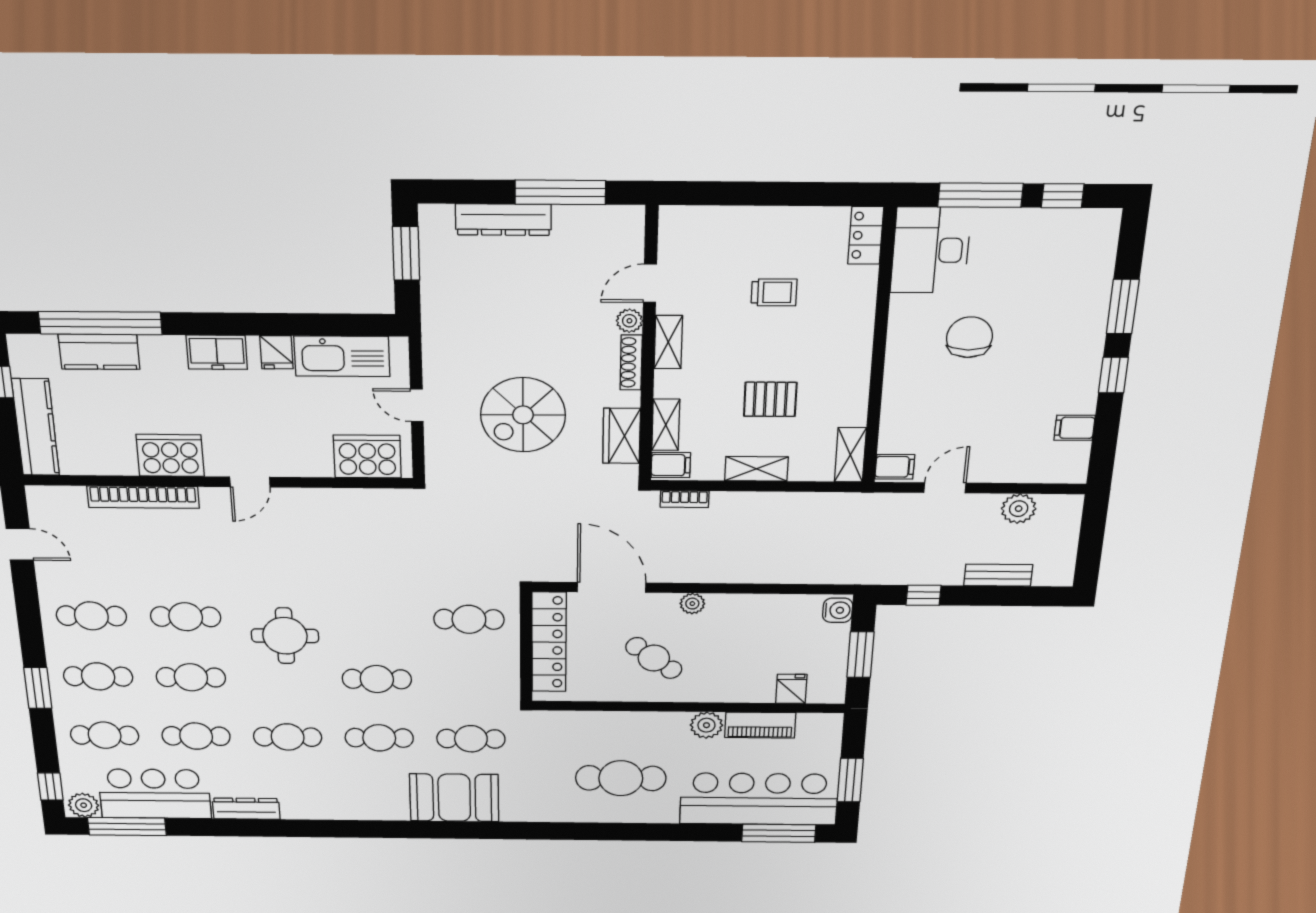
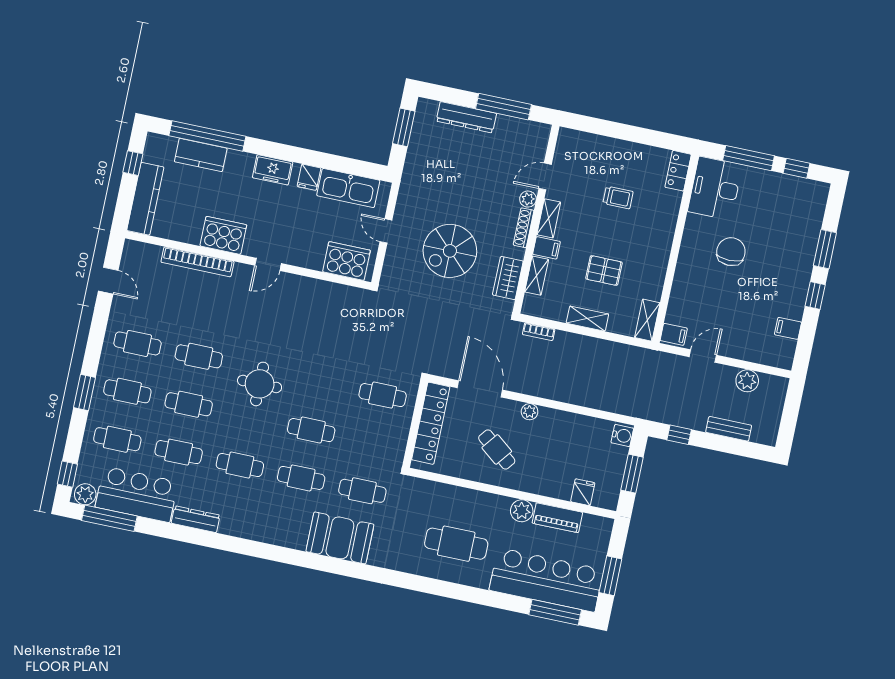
filing cabinet: (671, 465) -> (547, 248), moved

